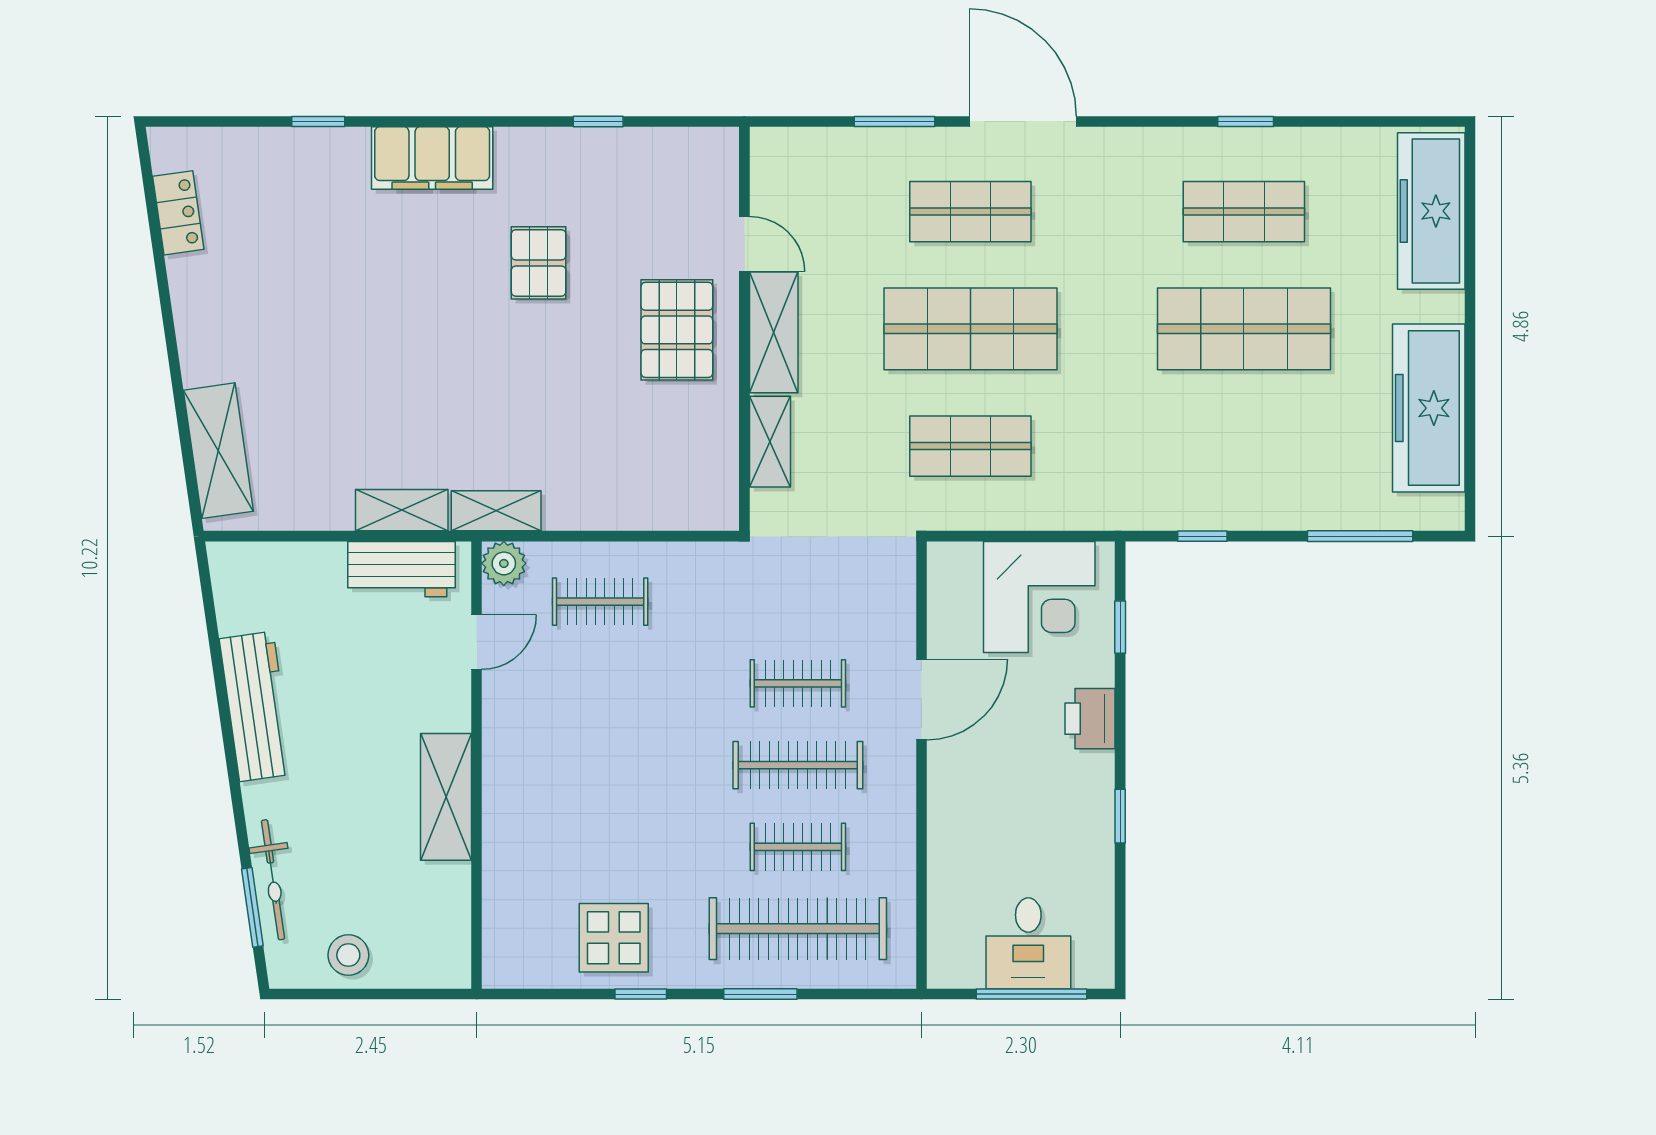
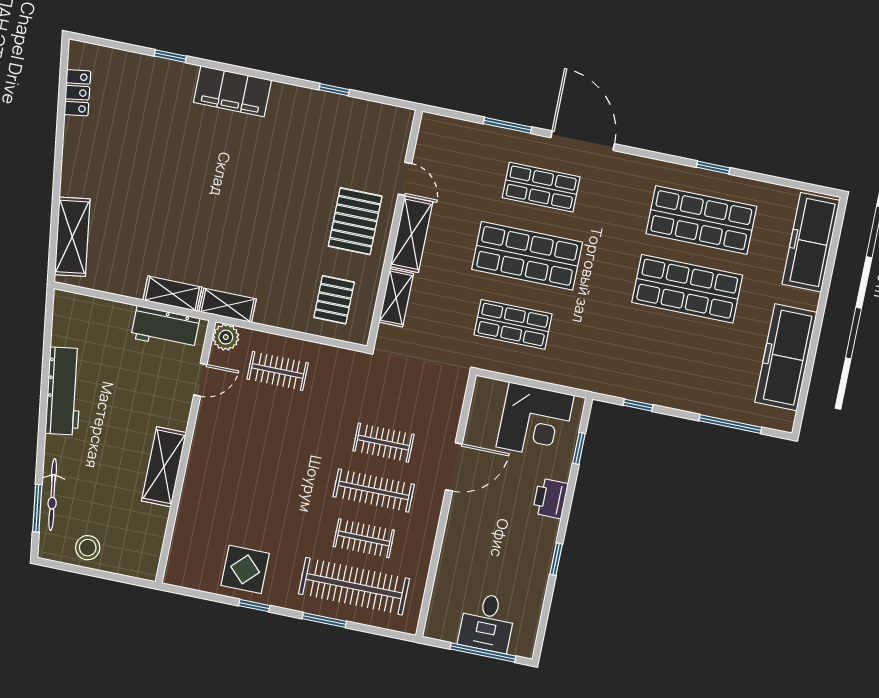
shop shelf: (1244, 212) -> (701, 220), width x1.43, depth x1.36
pallet: (539, 263) -> (334, 300), moved

